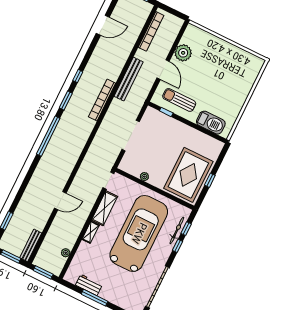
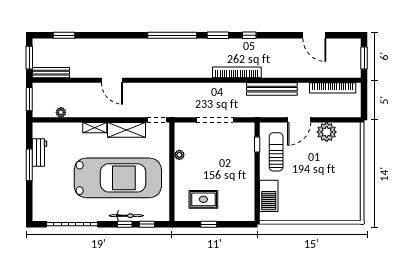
rug: (188, 175) -> (203, 199), width x0.54, depth x0.49
bicycle: (177, 230) -> (126, 216), moved

